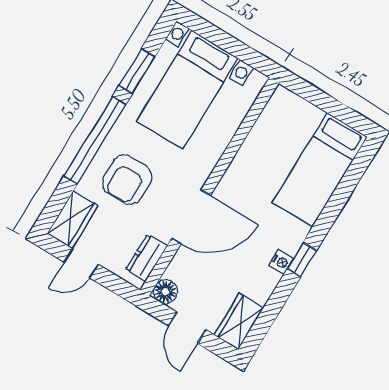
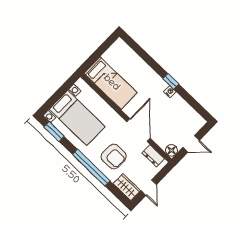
window: (137, 71) -> (54, 132), moved
bed: (320, 170) -> (111, 83), moved
wardrobe: (239, 322) -> (194, 118), removed

